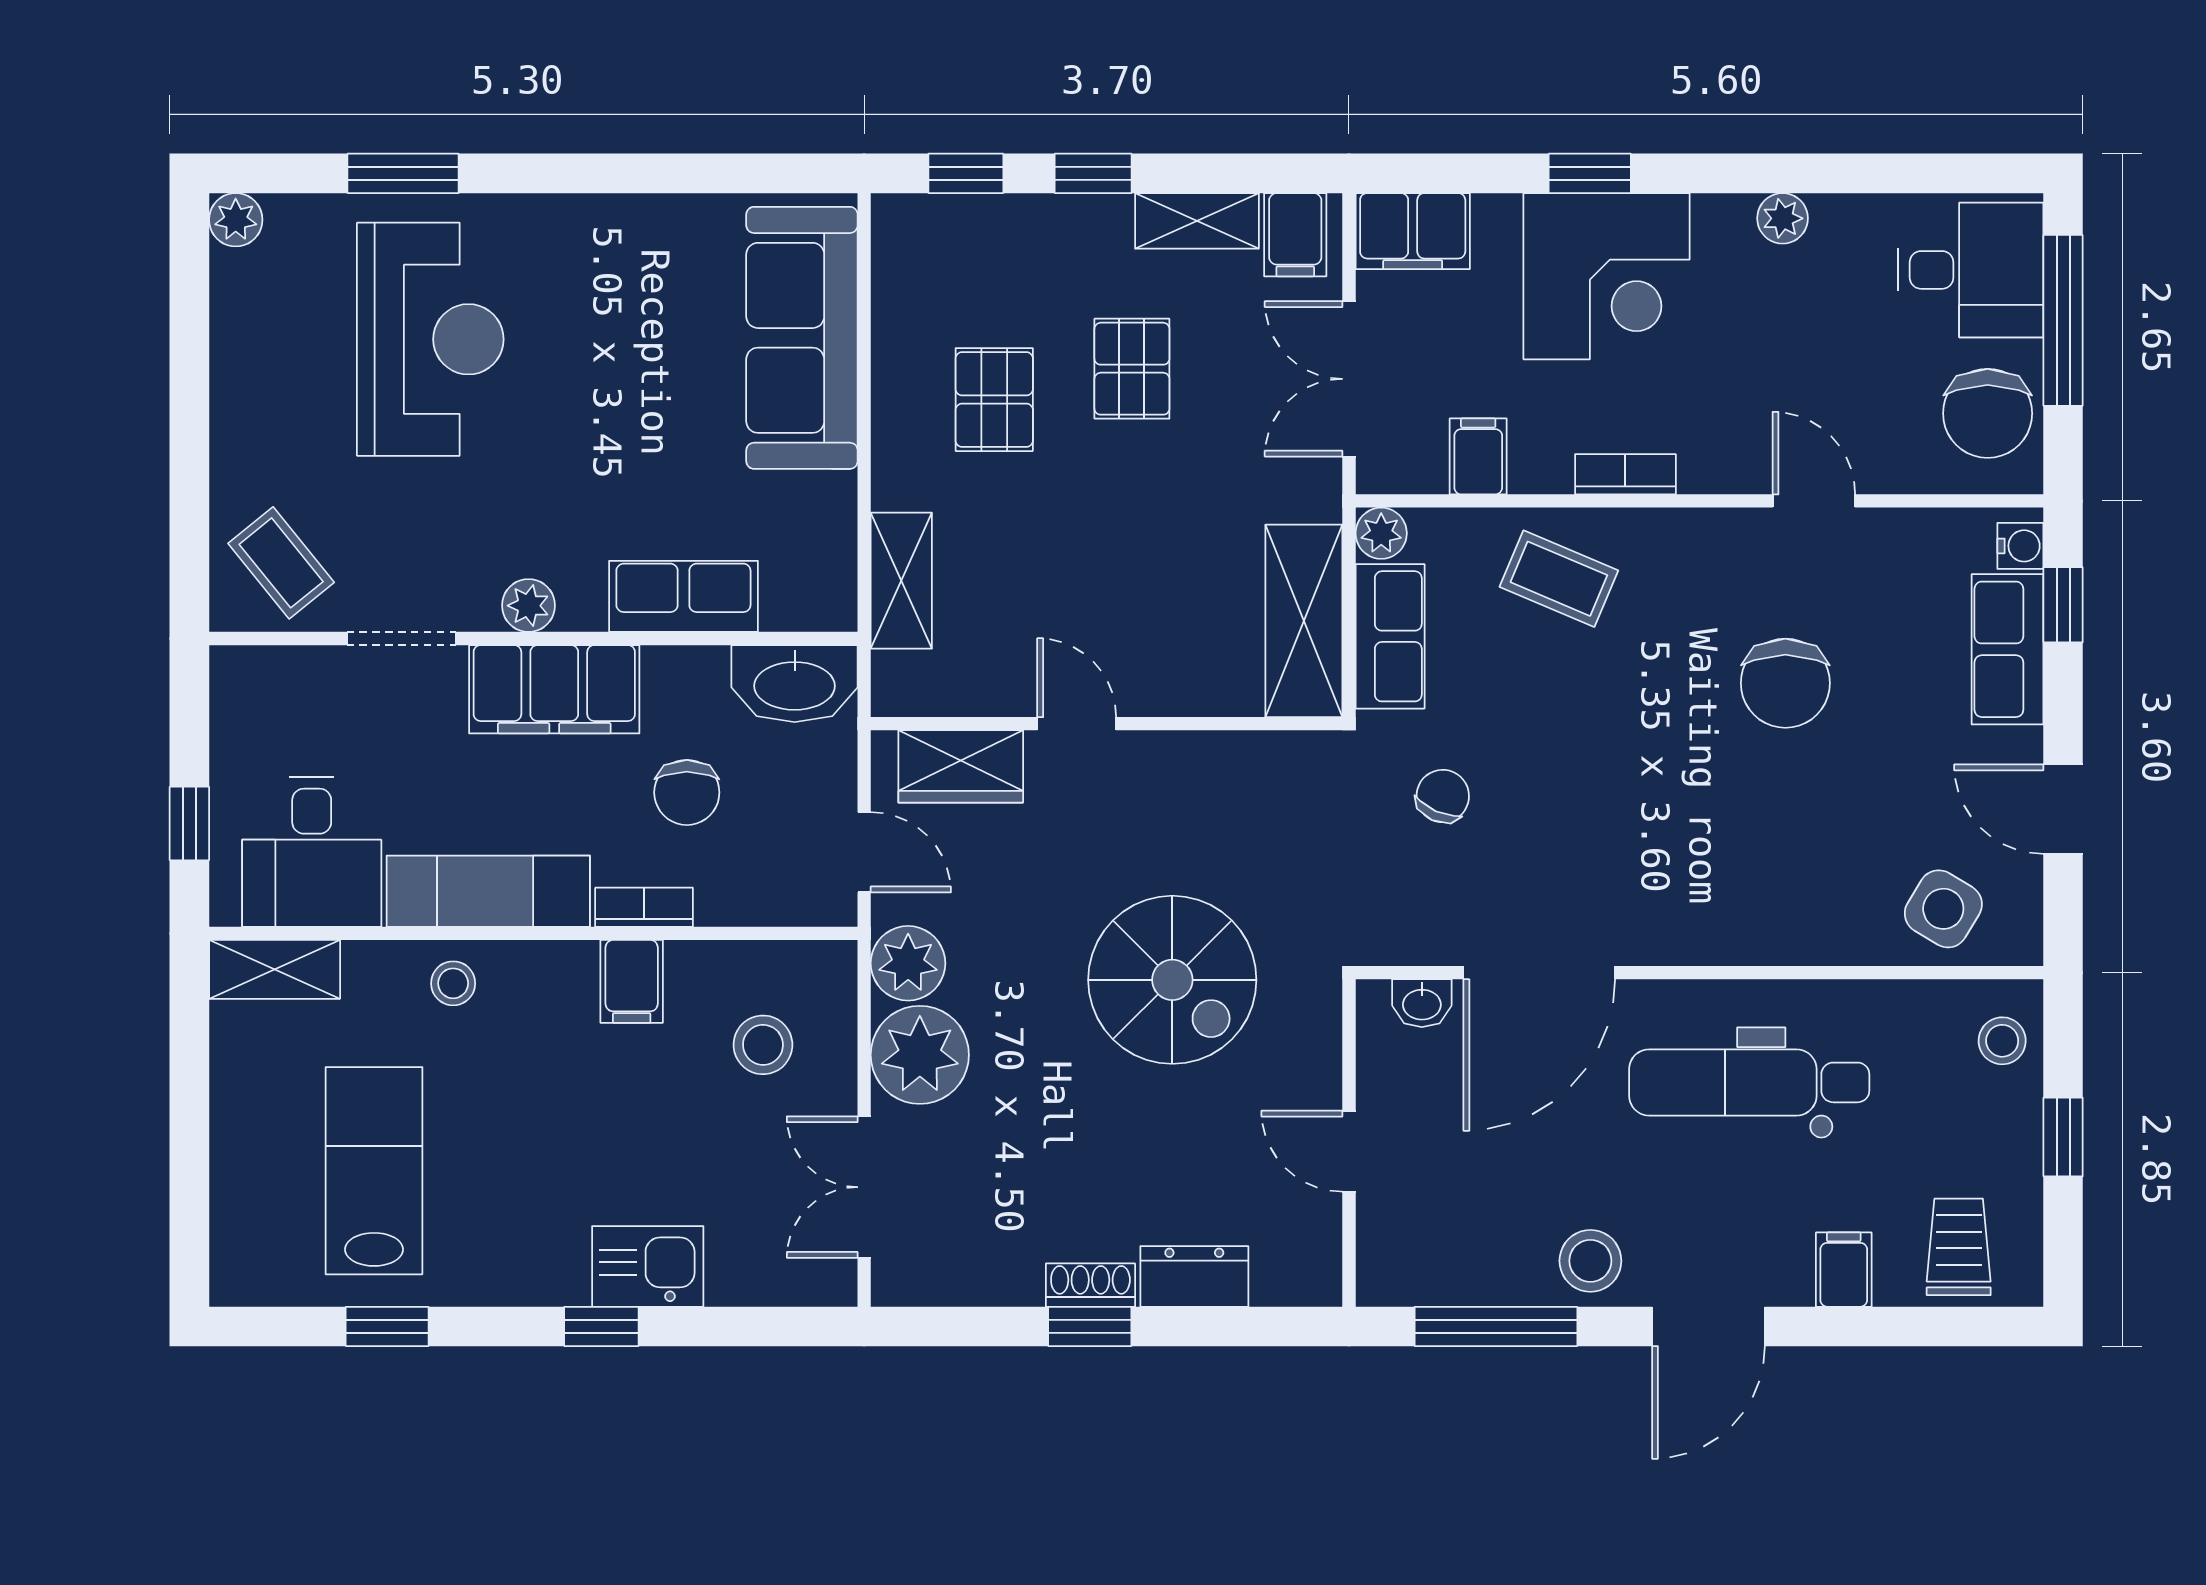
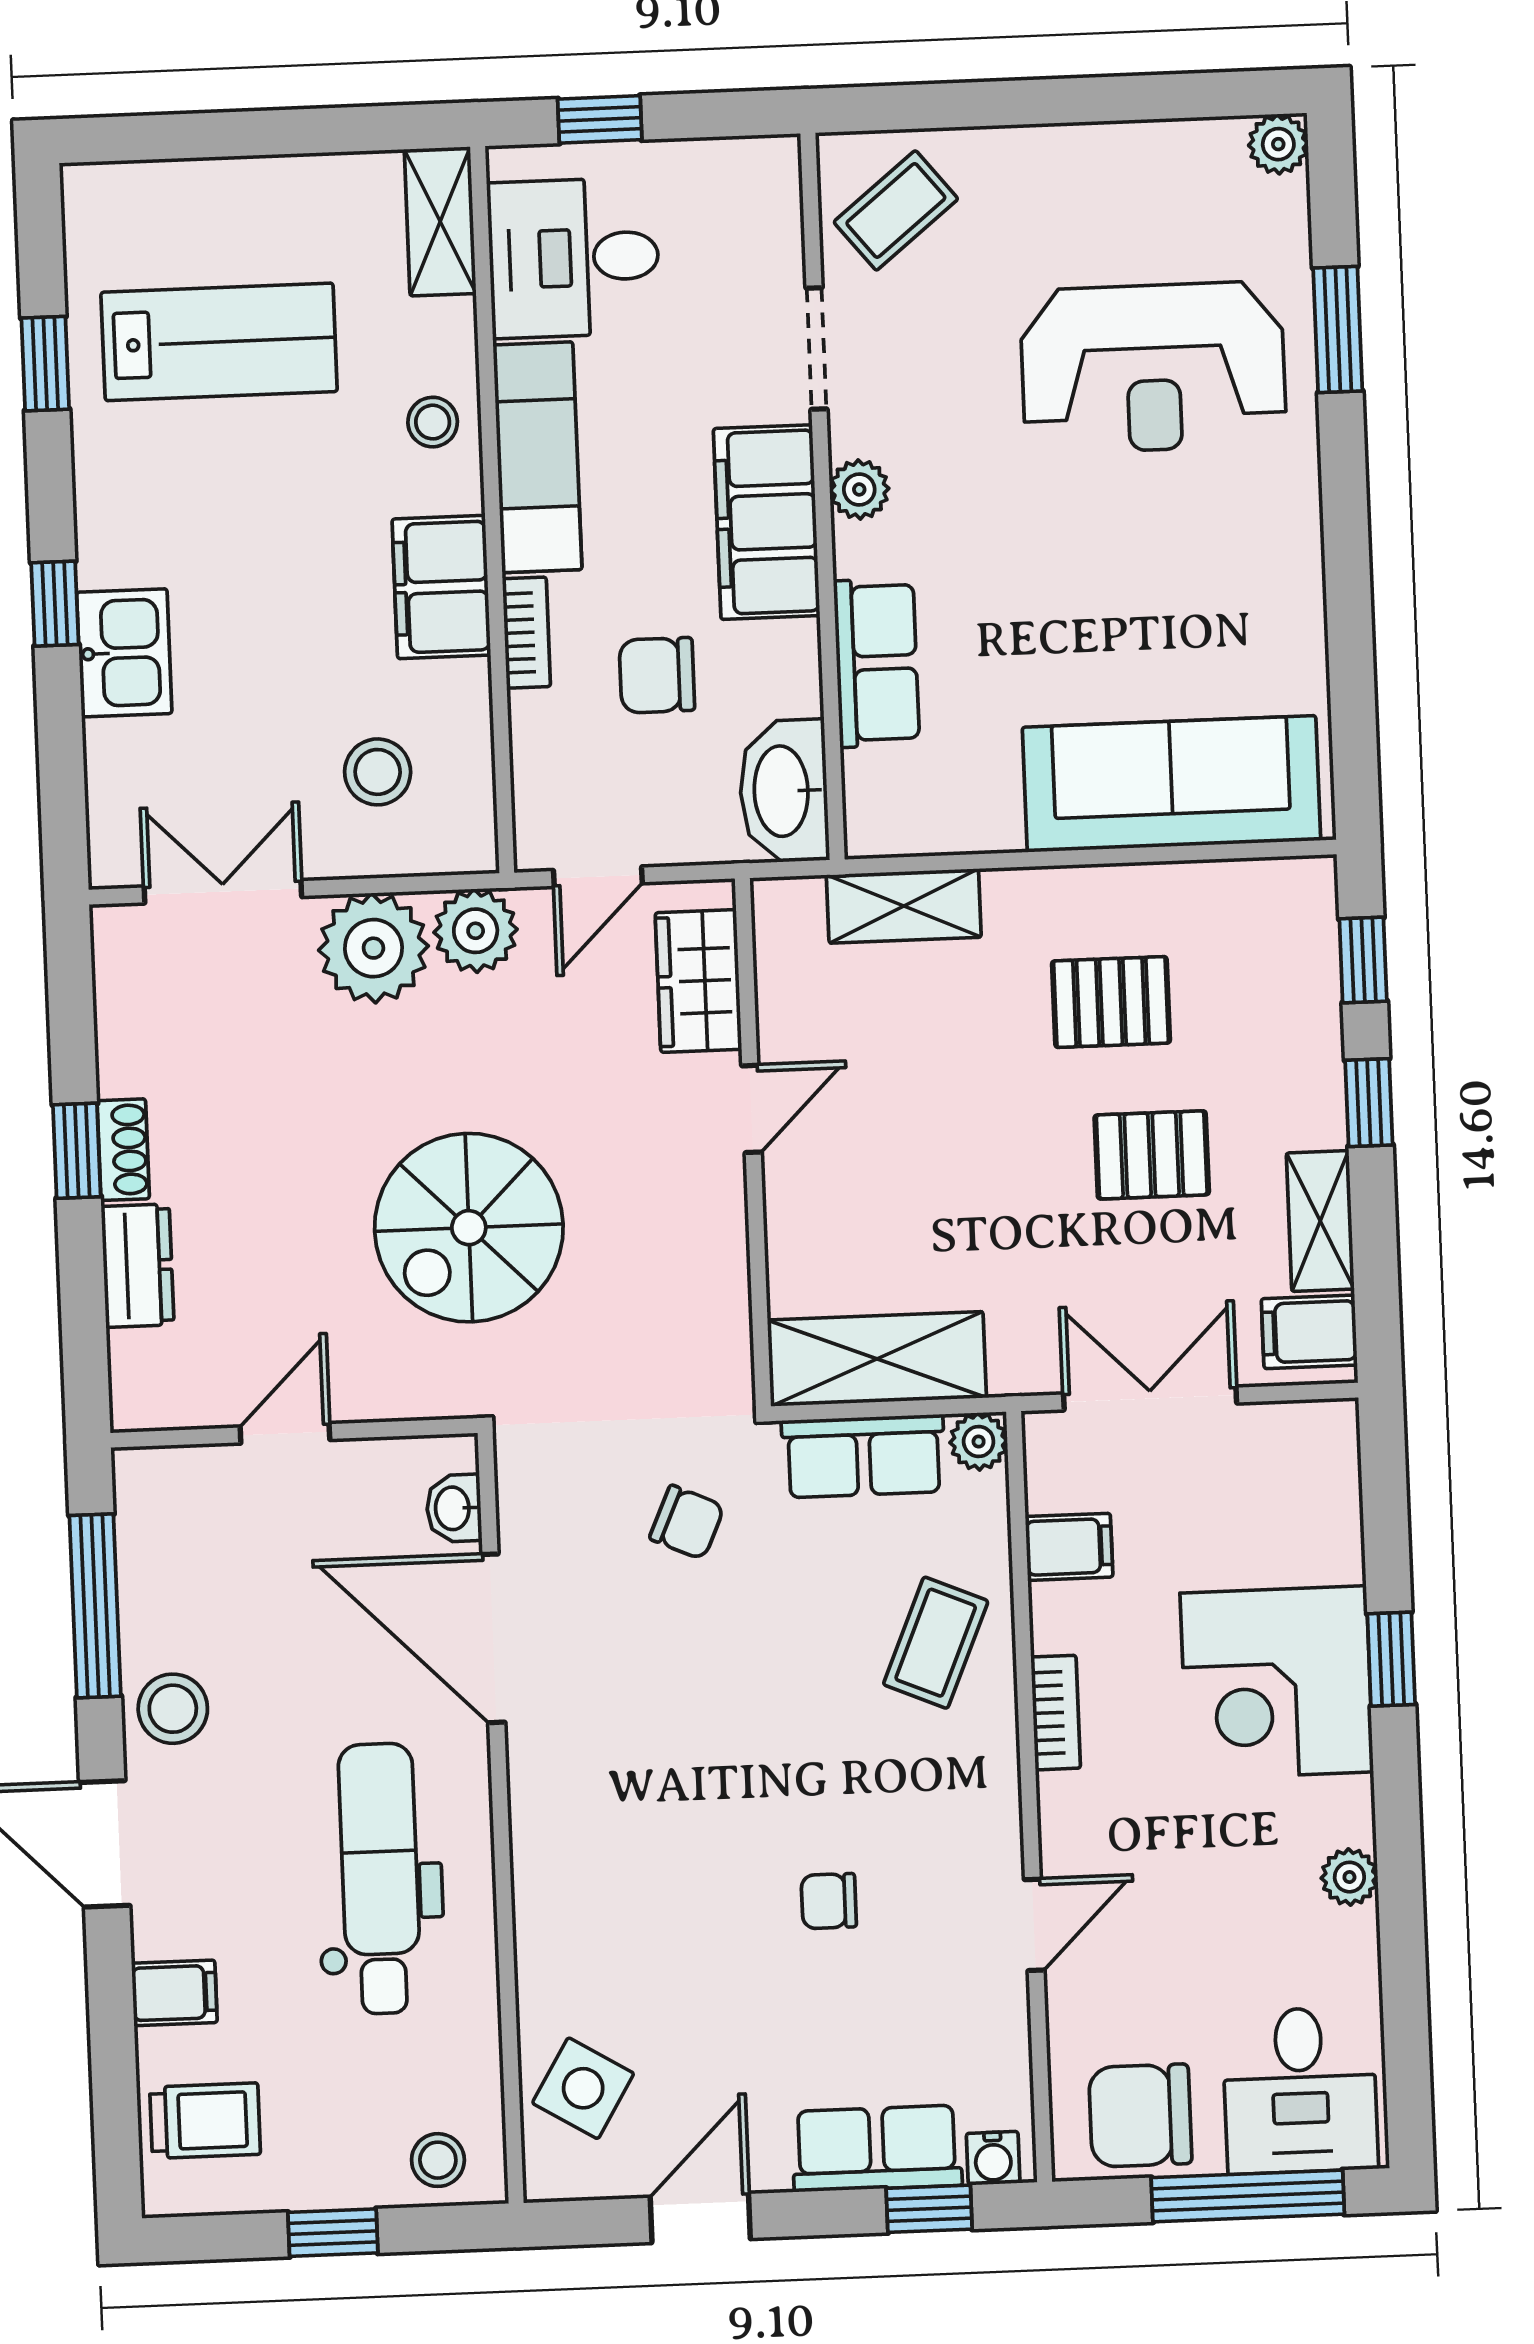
filing cabinet: (1413, 231) -> (1318, 1463), removed
chair: (1785, 683) -> (829, 1901), width x0.54, depth x0.54
filing cabinet: (632, 981) -> (441, 587), width x2.00

